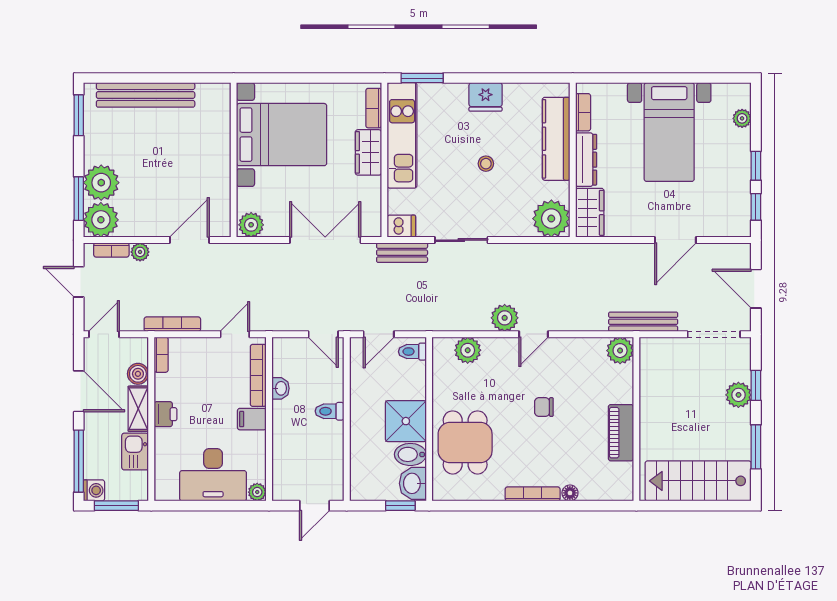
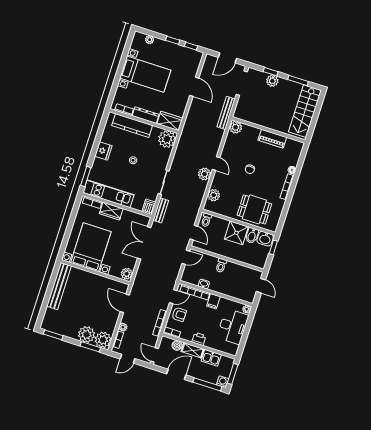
bench: (146, 95) -> (59, 286), moved
door: (235, 334) -> (173, 297), swing flipped
armchair: (203, 358) -> (179, 314), added

